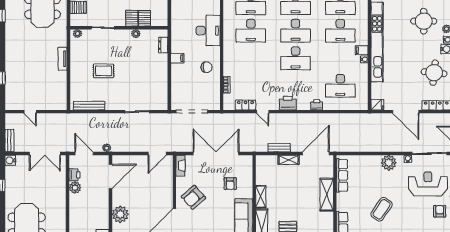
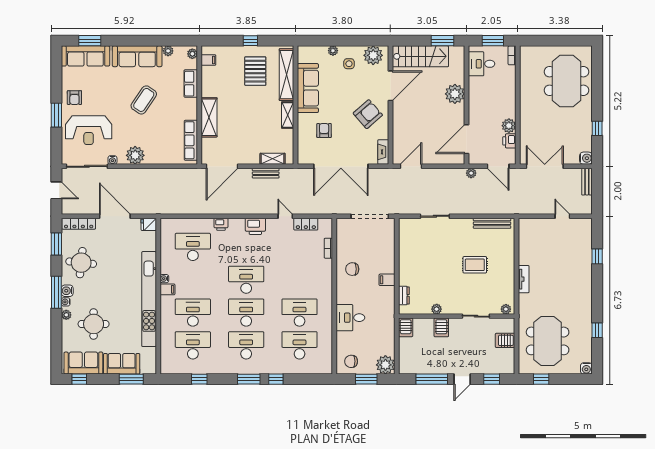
server rack: (144, 18) -> (406, 327), moved
desk: (208, 31) -> (350, 318), width x0.73
shelving: (289, 160) -> (273, 159), moved

